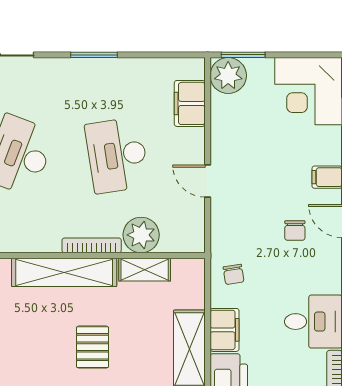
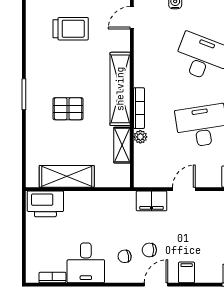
plant: (141, 235) -> (140, 137), width x0.53, depth x0.53
chair: (234, 274) -> (125, 256), moved
filing cabinet: (225, 330) -> (152, 201), moved

